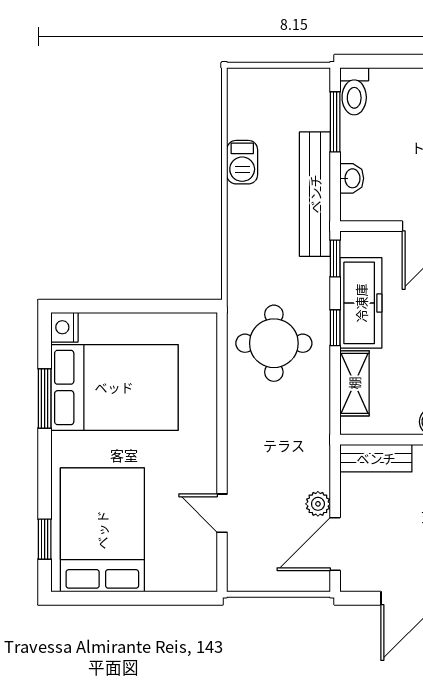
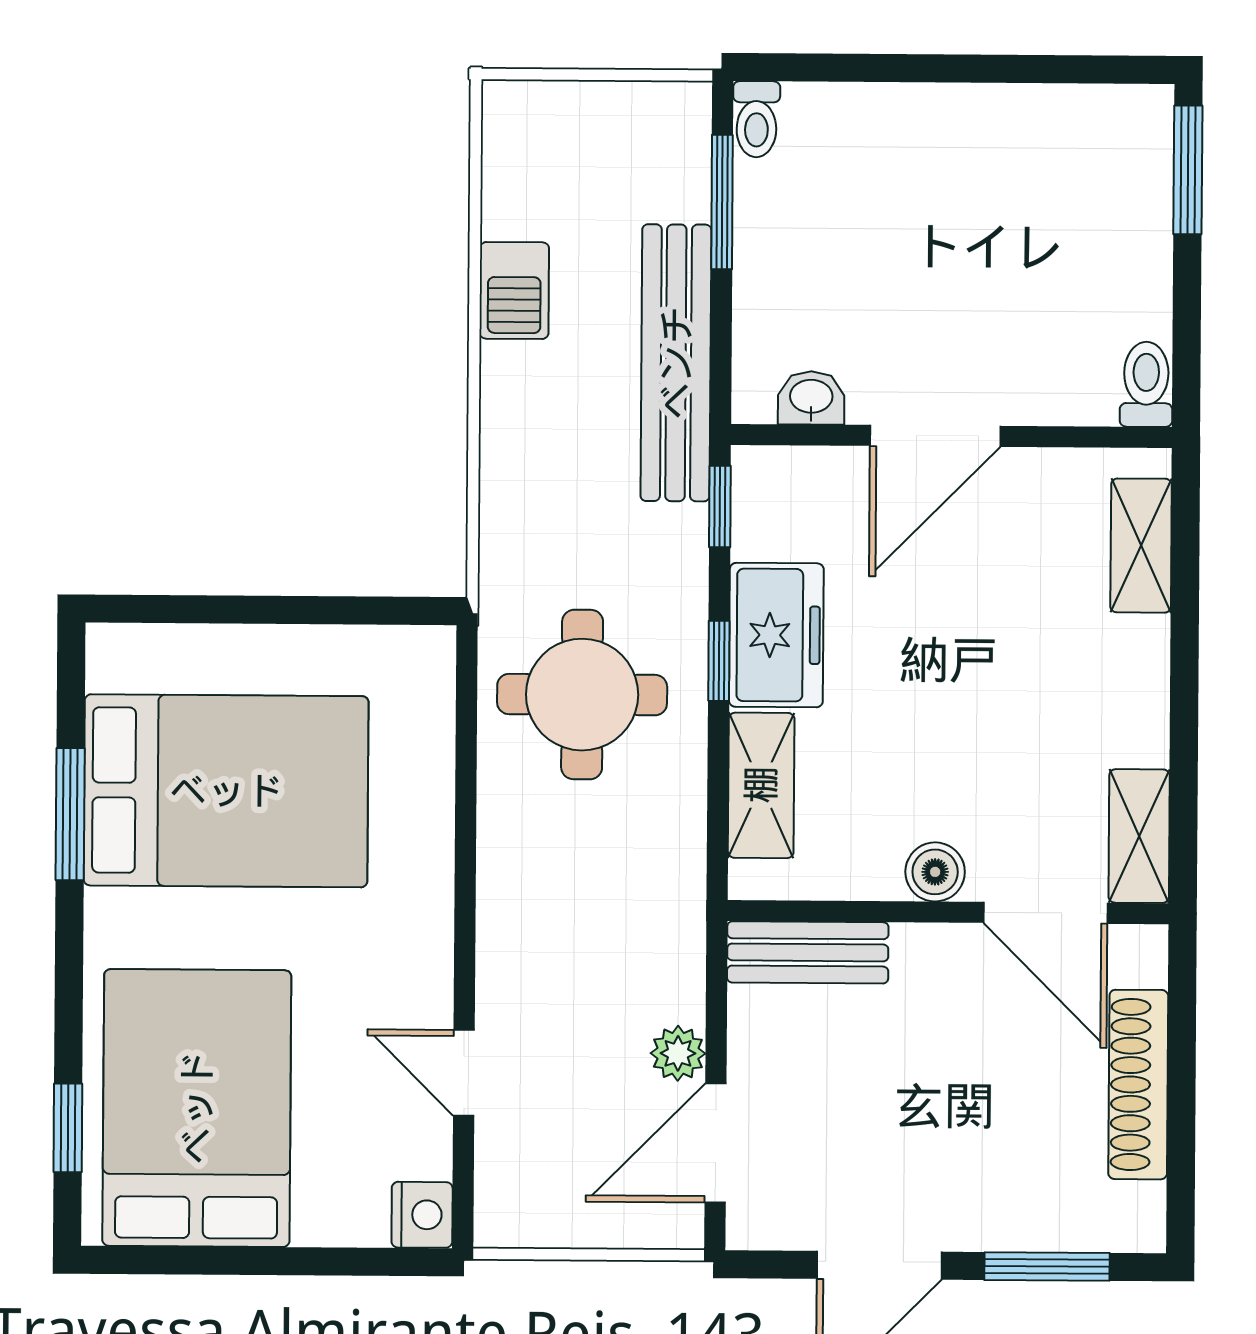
toilet: (354, 91) -> (756, 119), width x0.73, depth x0.72
washbasin: (352, 178) -> (811, 398), moved, turned -90
freezer: (361, 303) -> (776, 635), width x0.71
nightstand: (64, 327) -> (422, 1215), moved, turned 180

